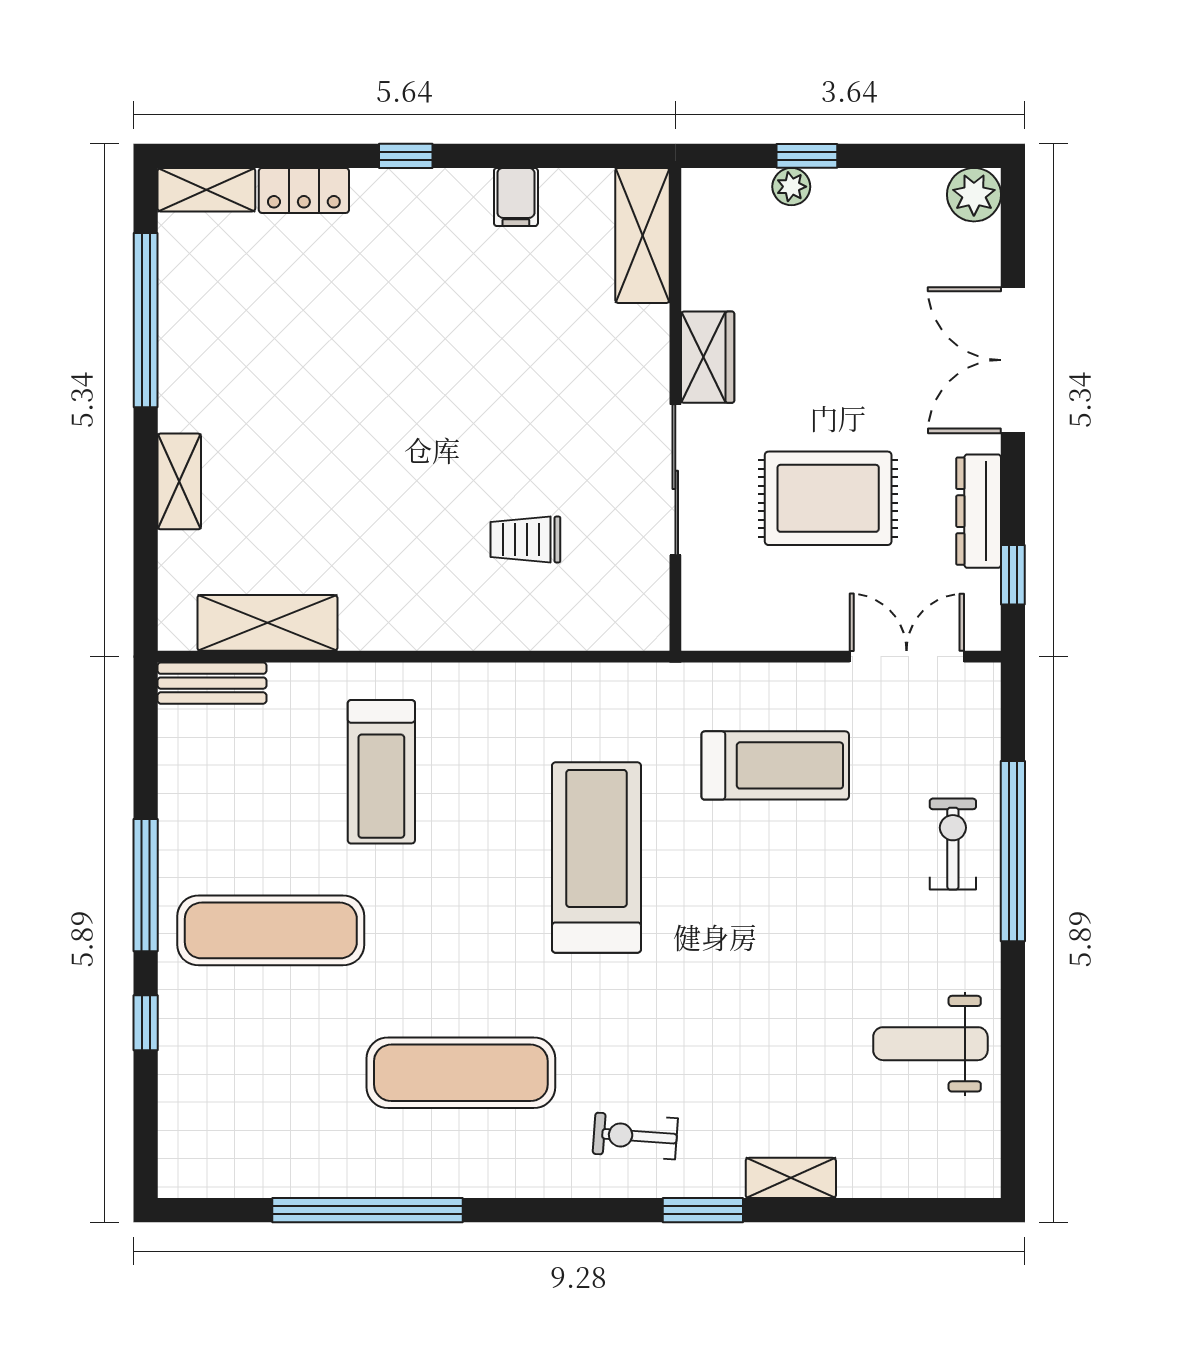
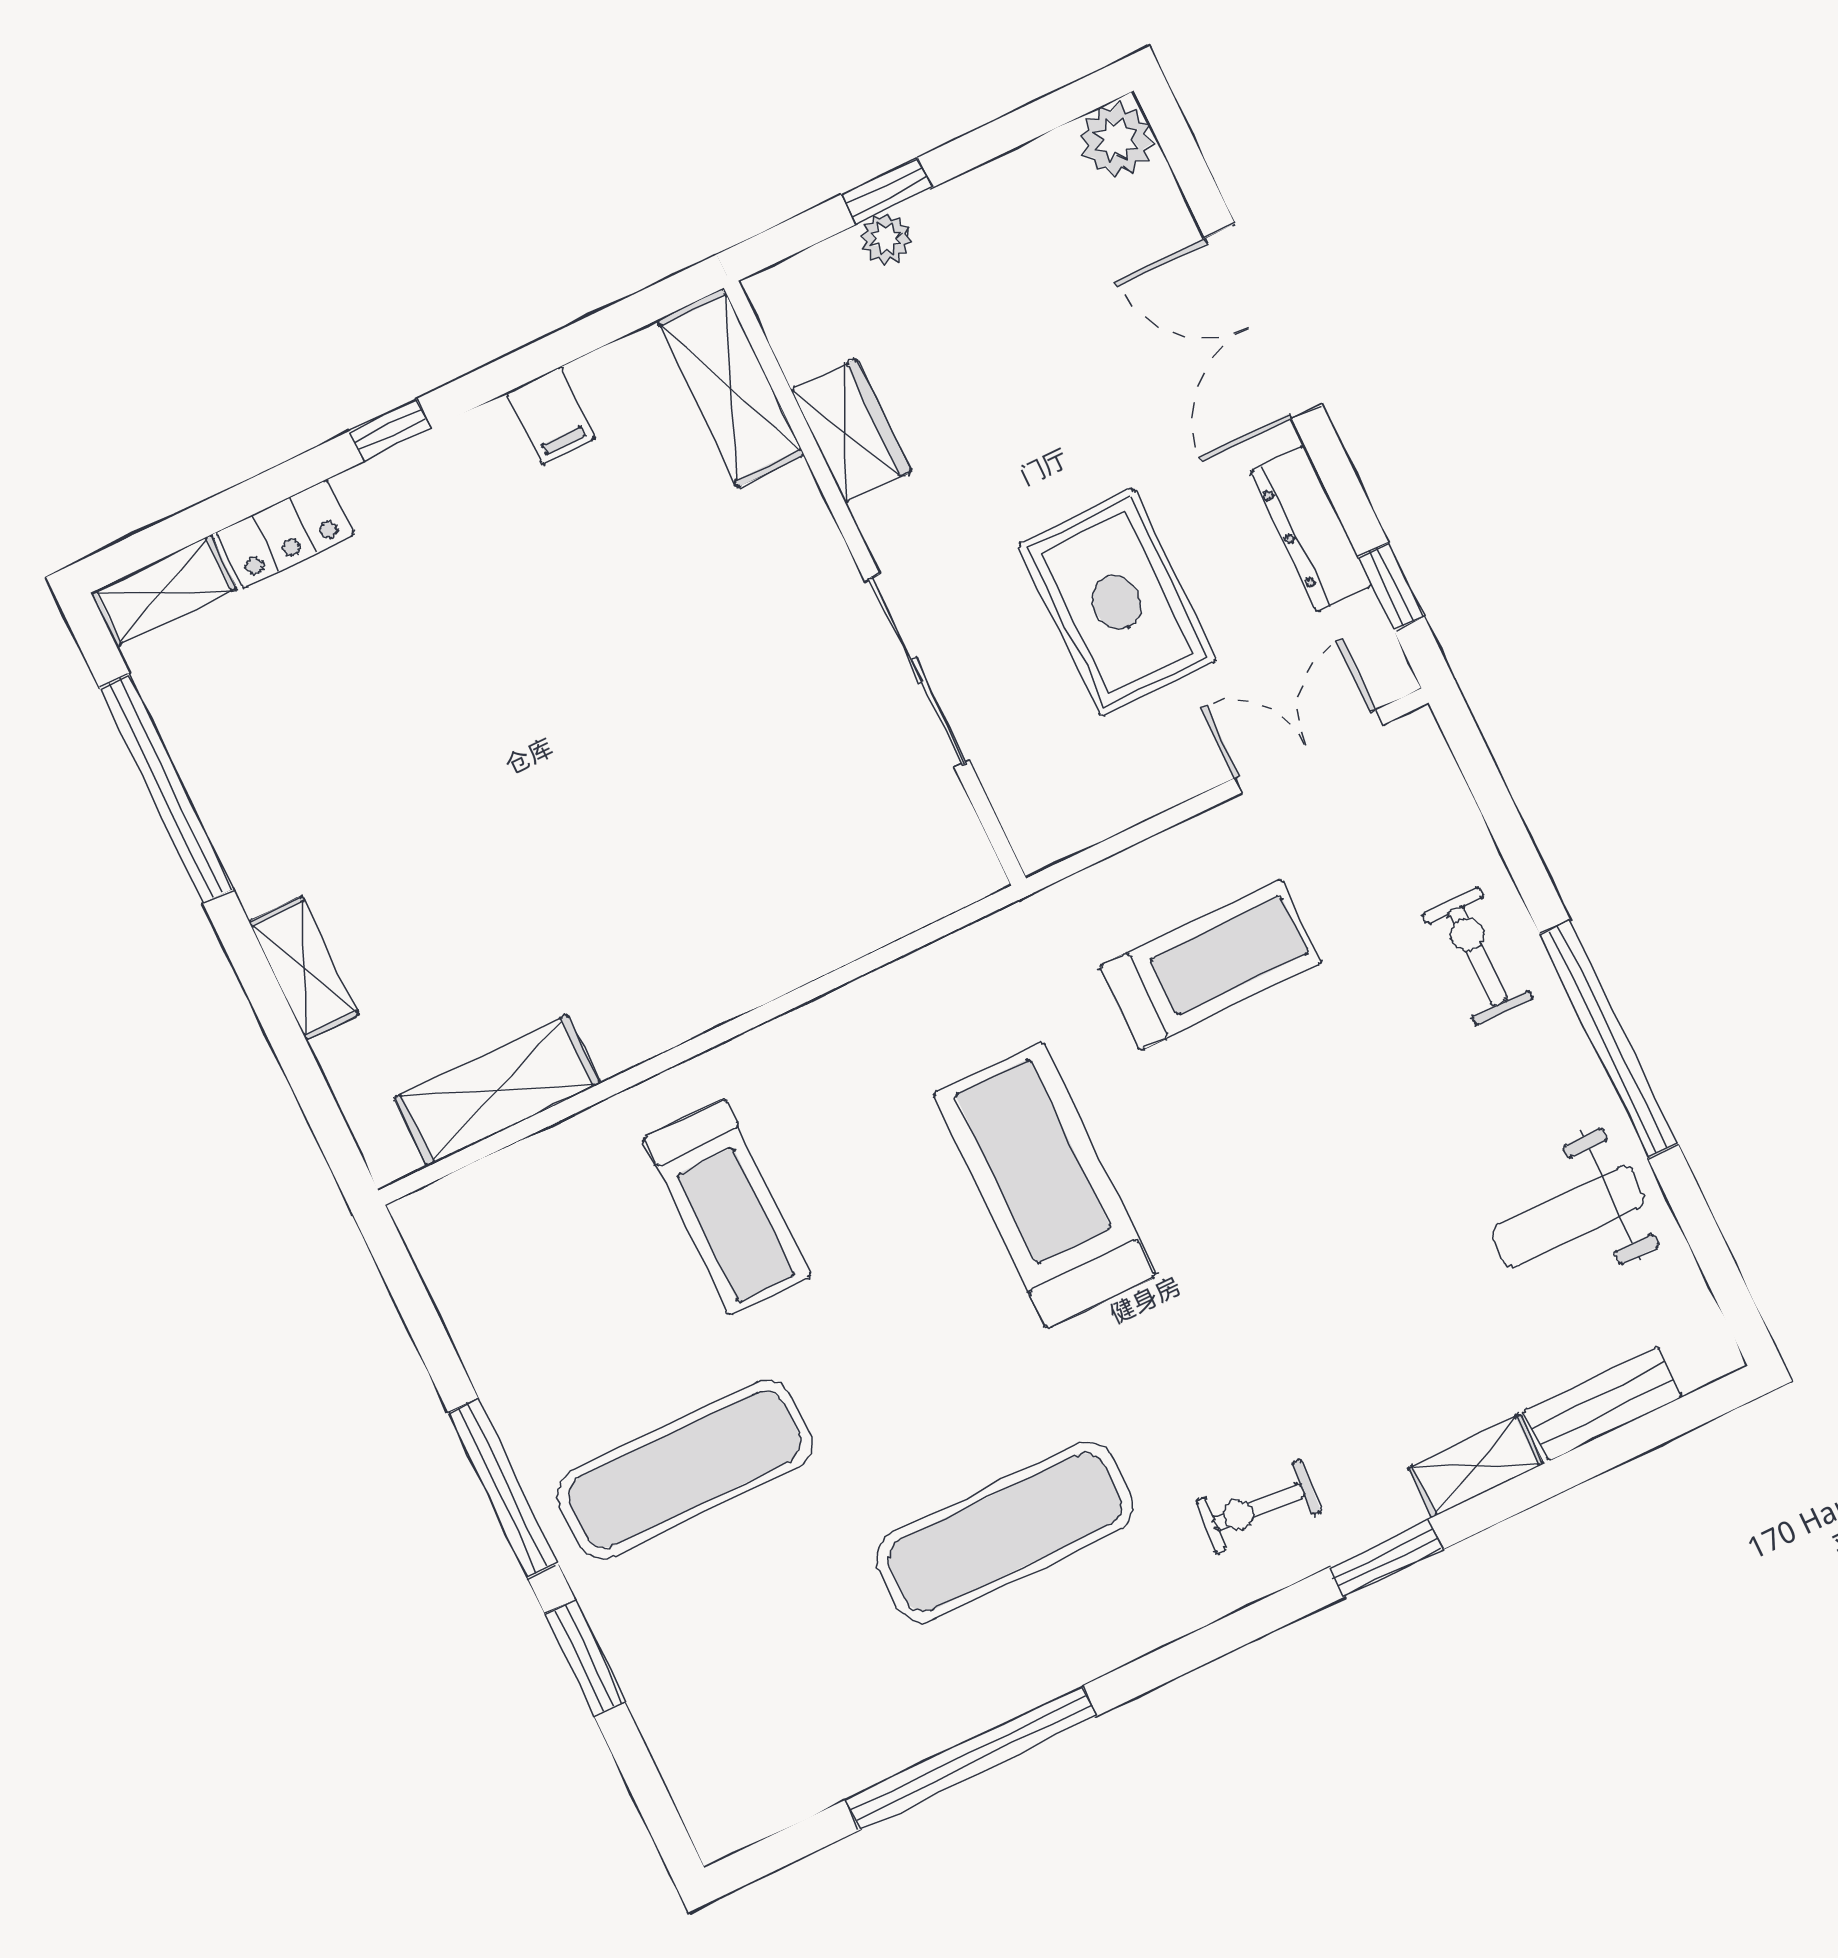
wardrobe: (708, 357) -> (851, 431), moved
rug: (828, 498) -> (1117, 602), turned 90
trolley: (525, 540) -> (767, 834), removed
bench: (212, 683) -> (1603, 1404), moved
window: (1013, 851) -> (1609, 1039), moved
window: (146, 1023) -> (585, 1658), width x1.50

